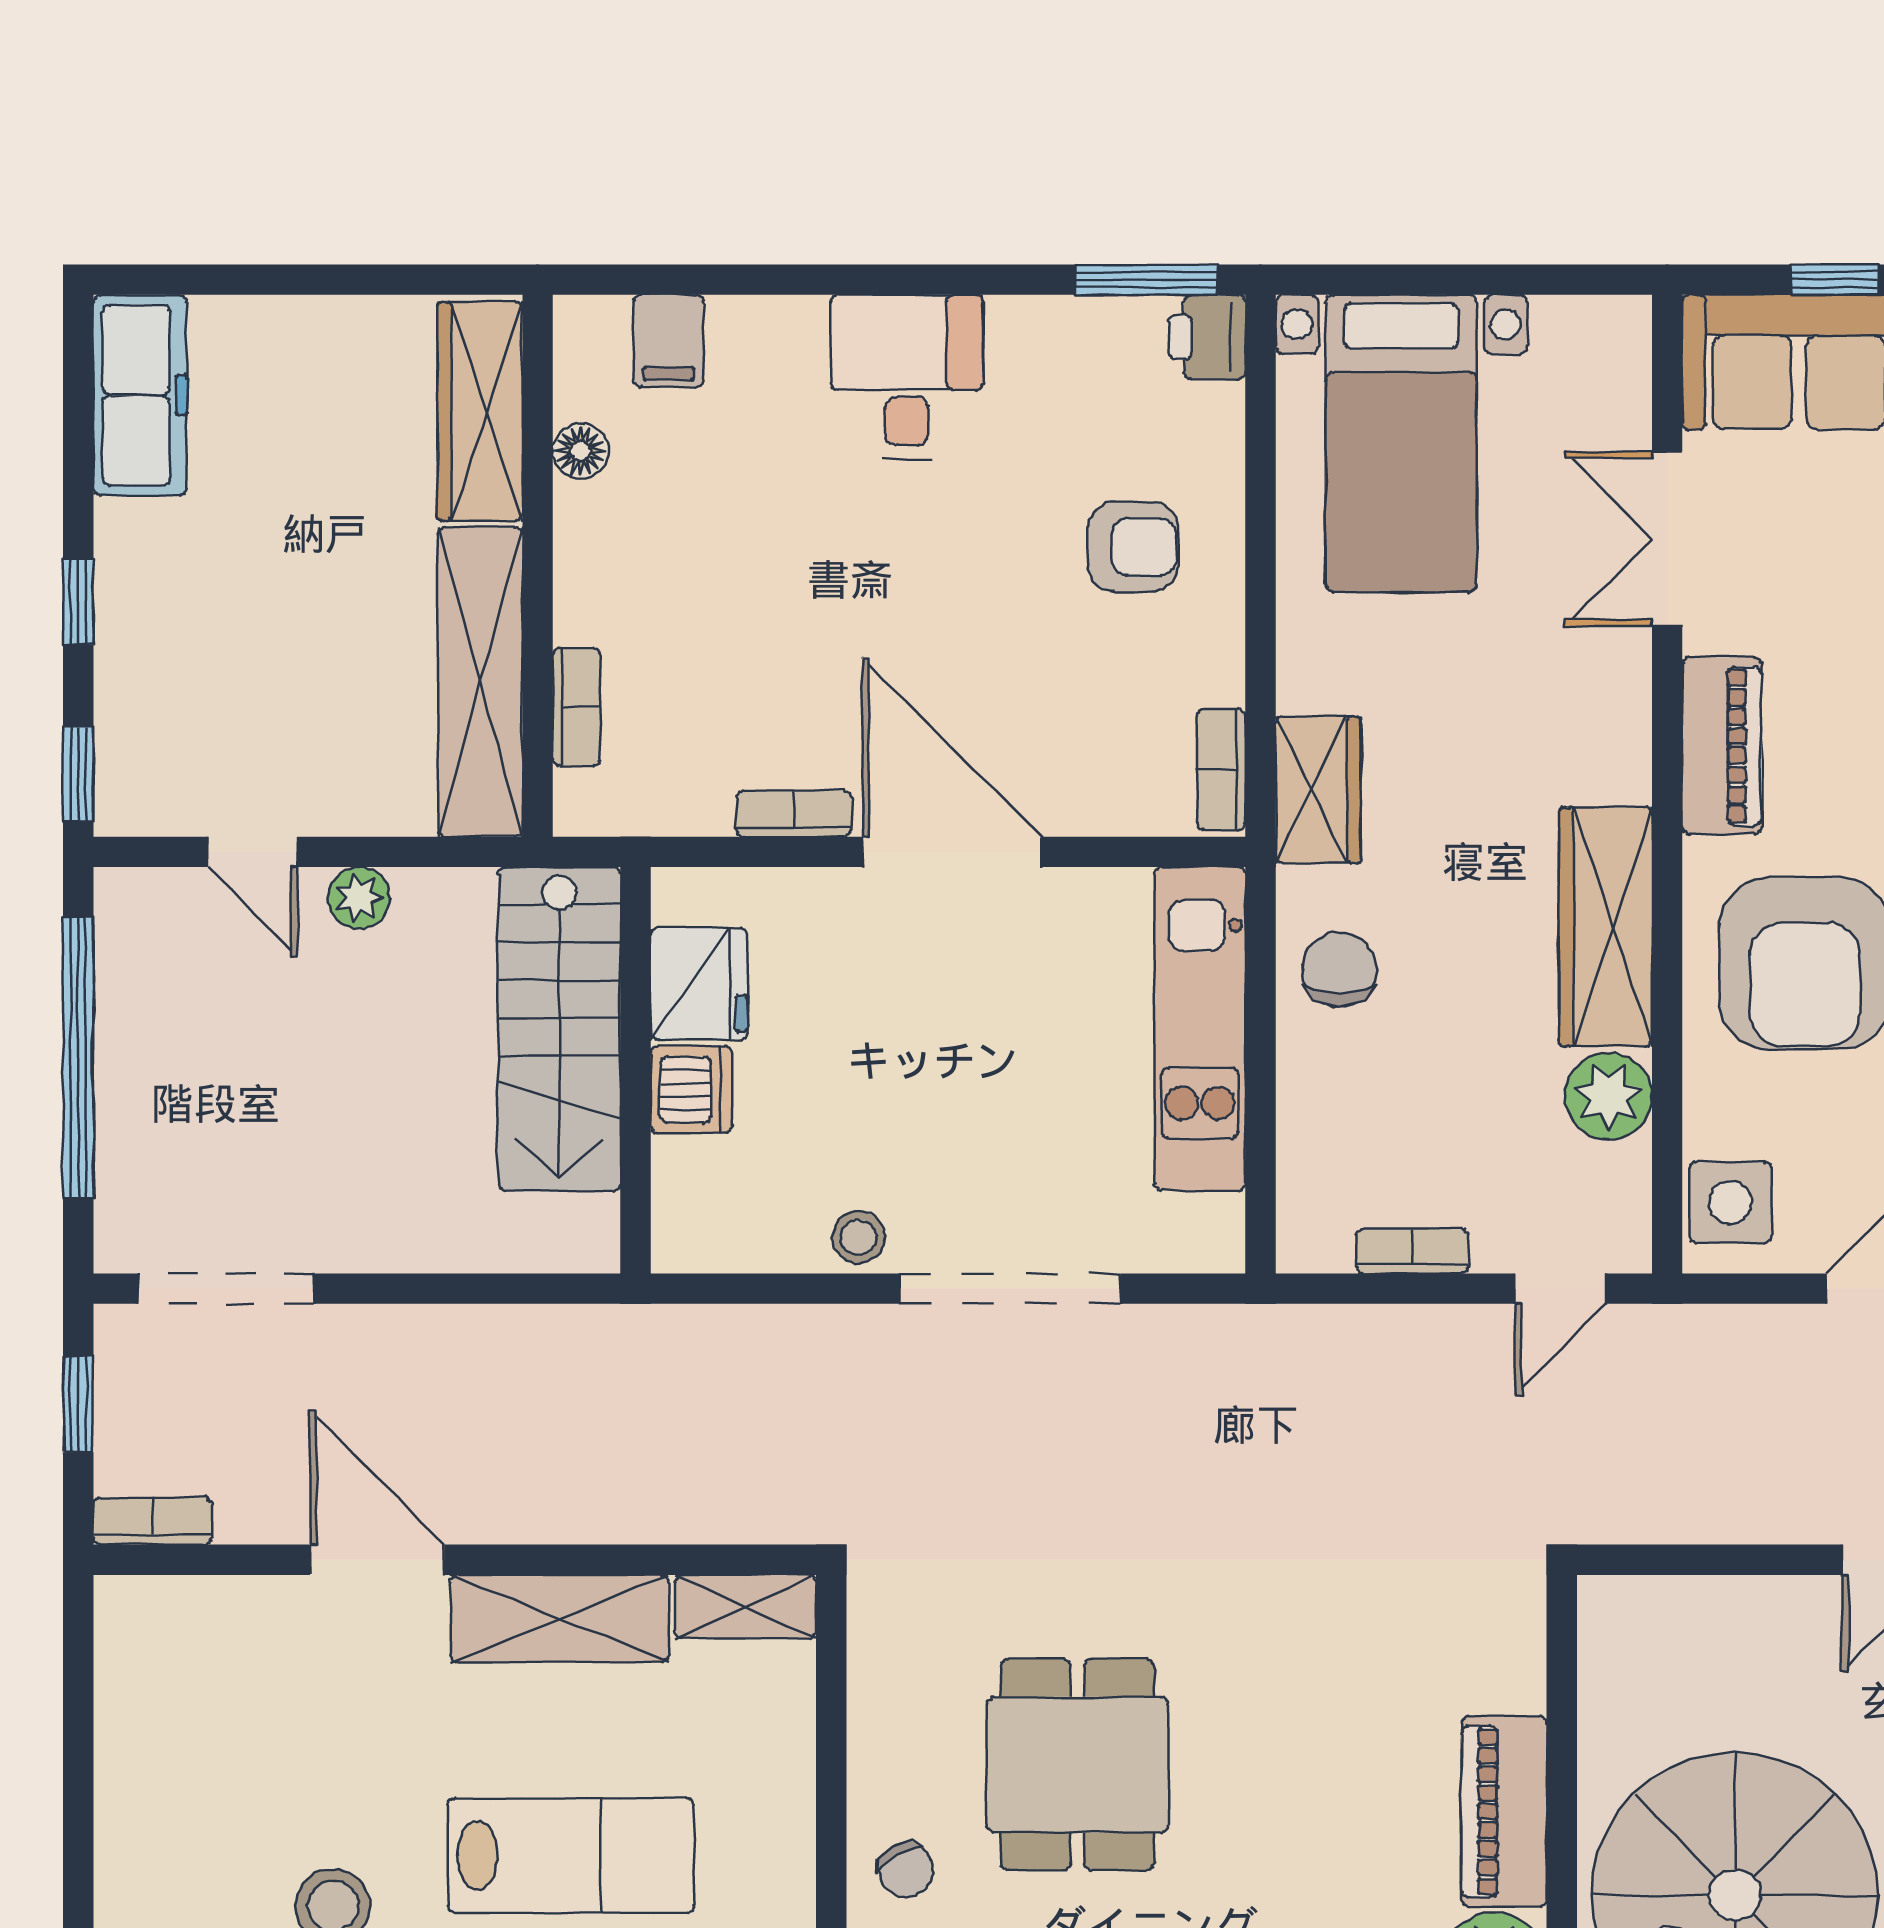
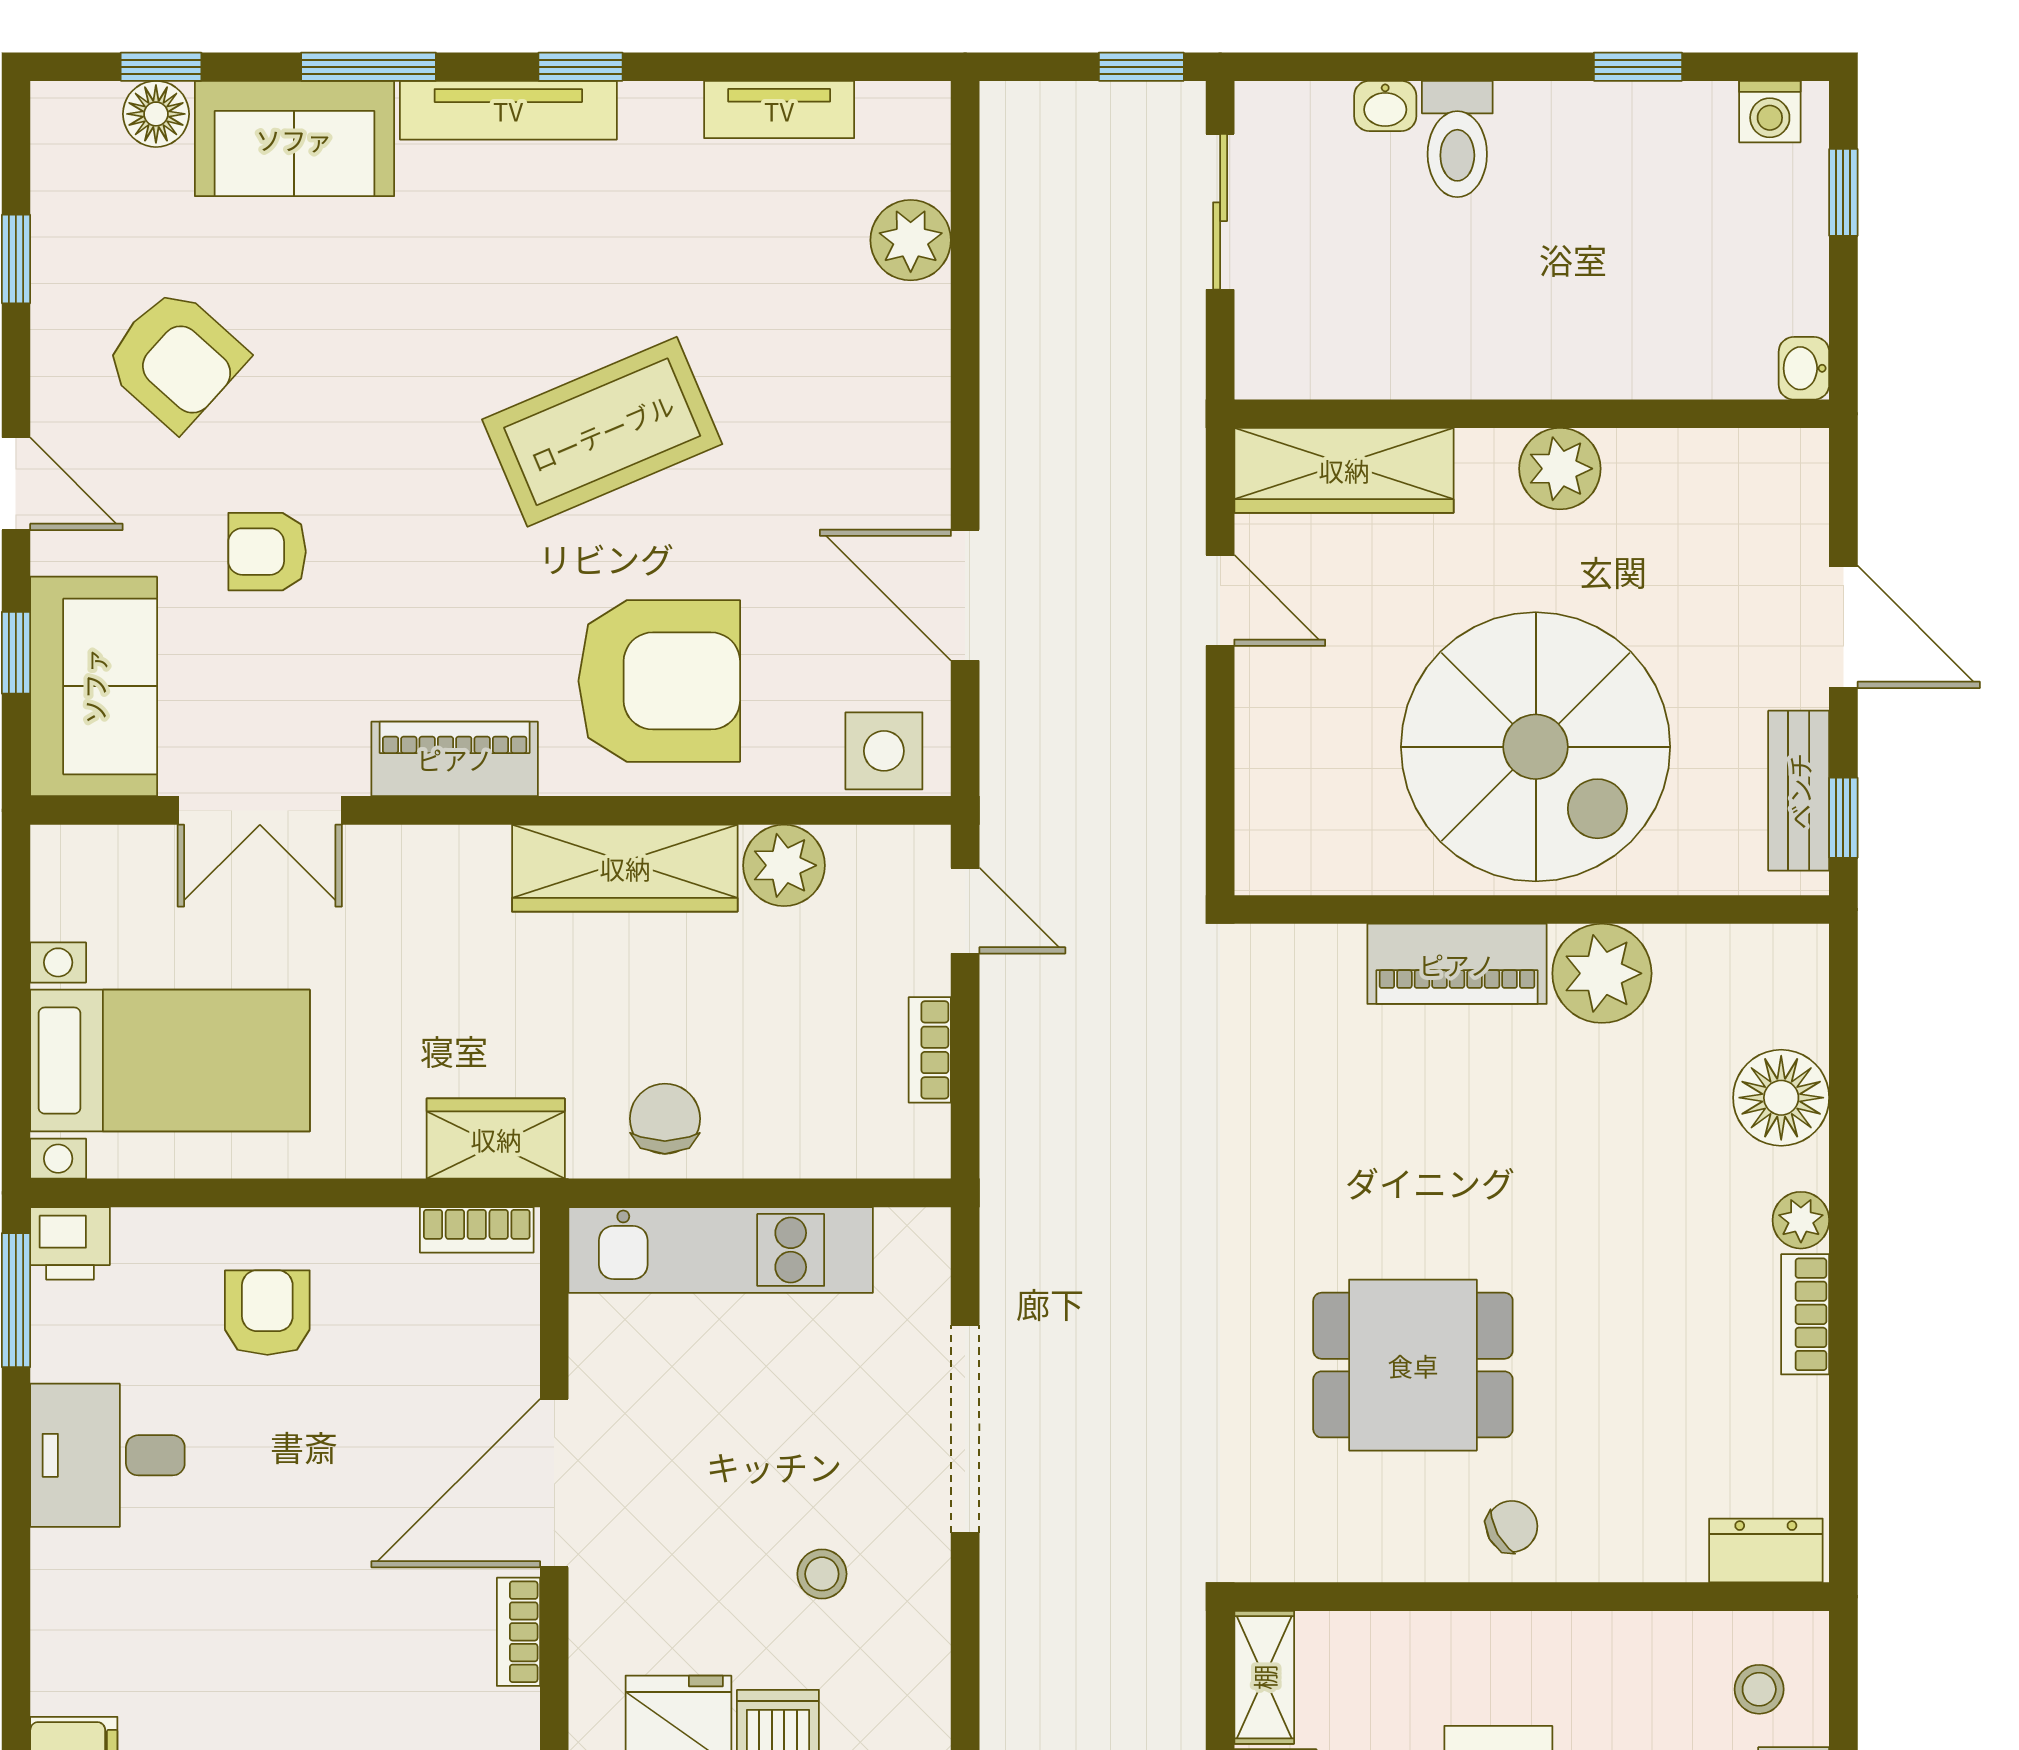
desk: (907, 377) -> (107, 1455), moved
chair: (1339, 969) -> (665, 1119), turned 90
stool: (859, 1237) -> (822, 1574), moved

